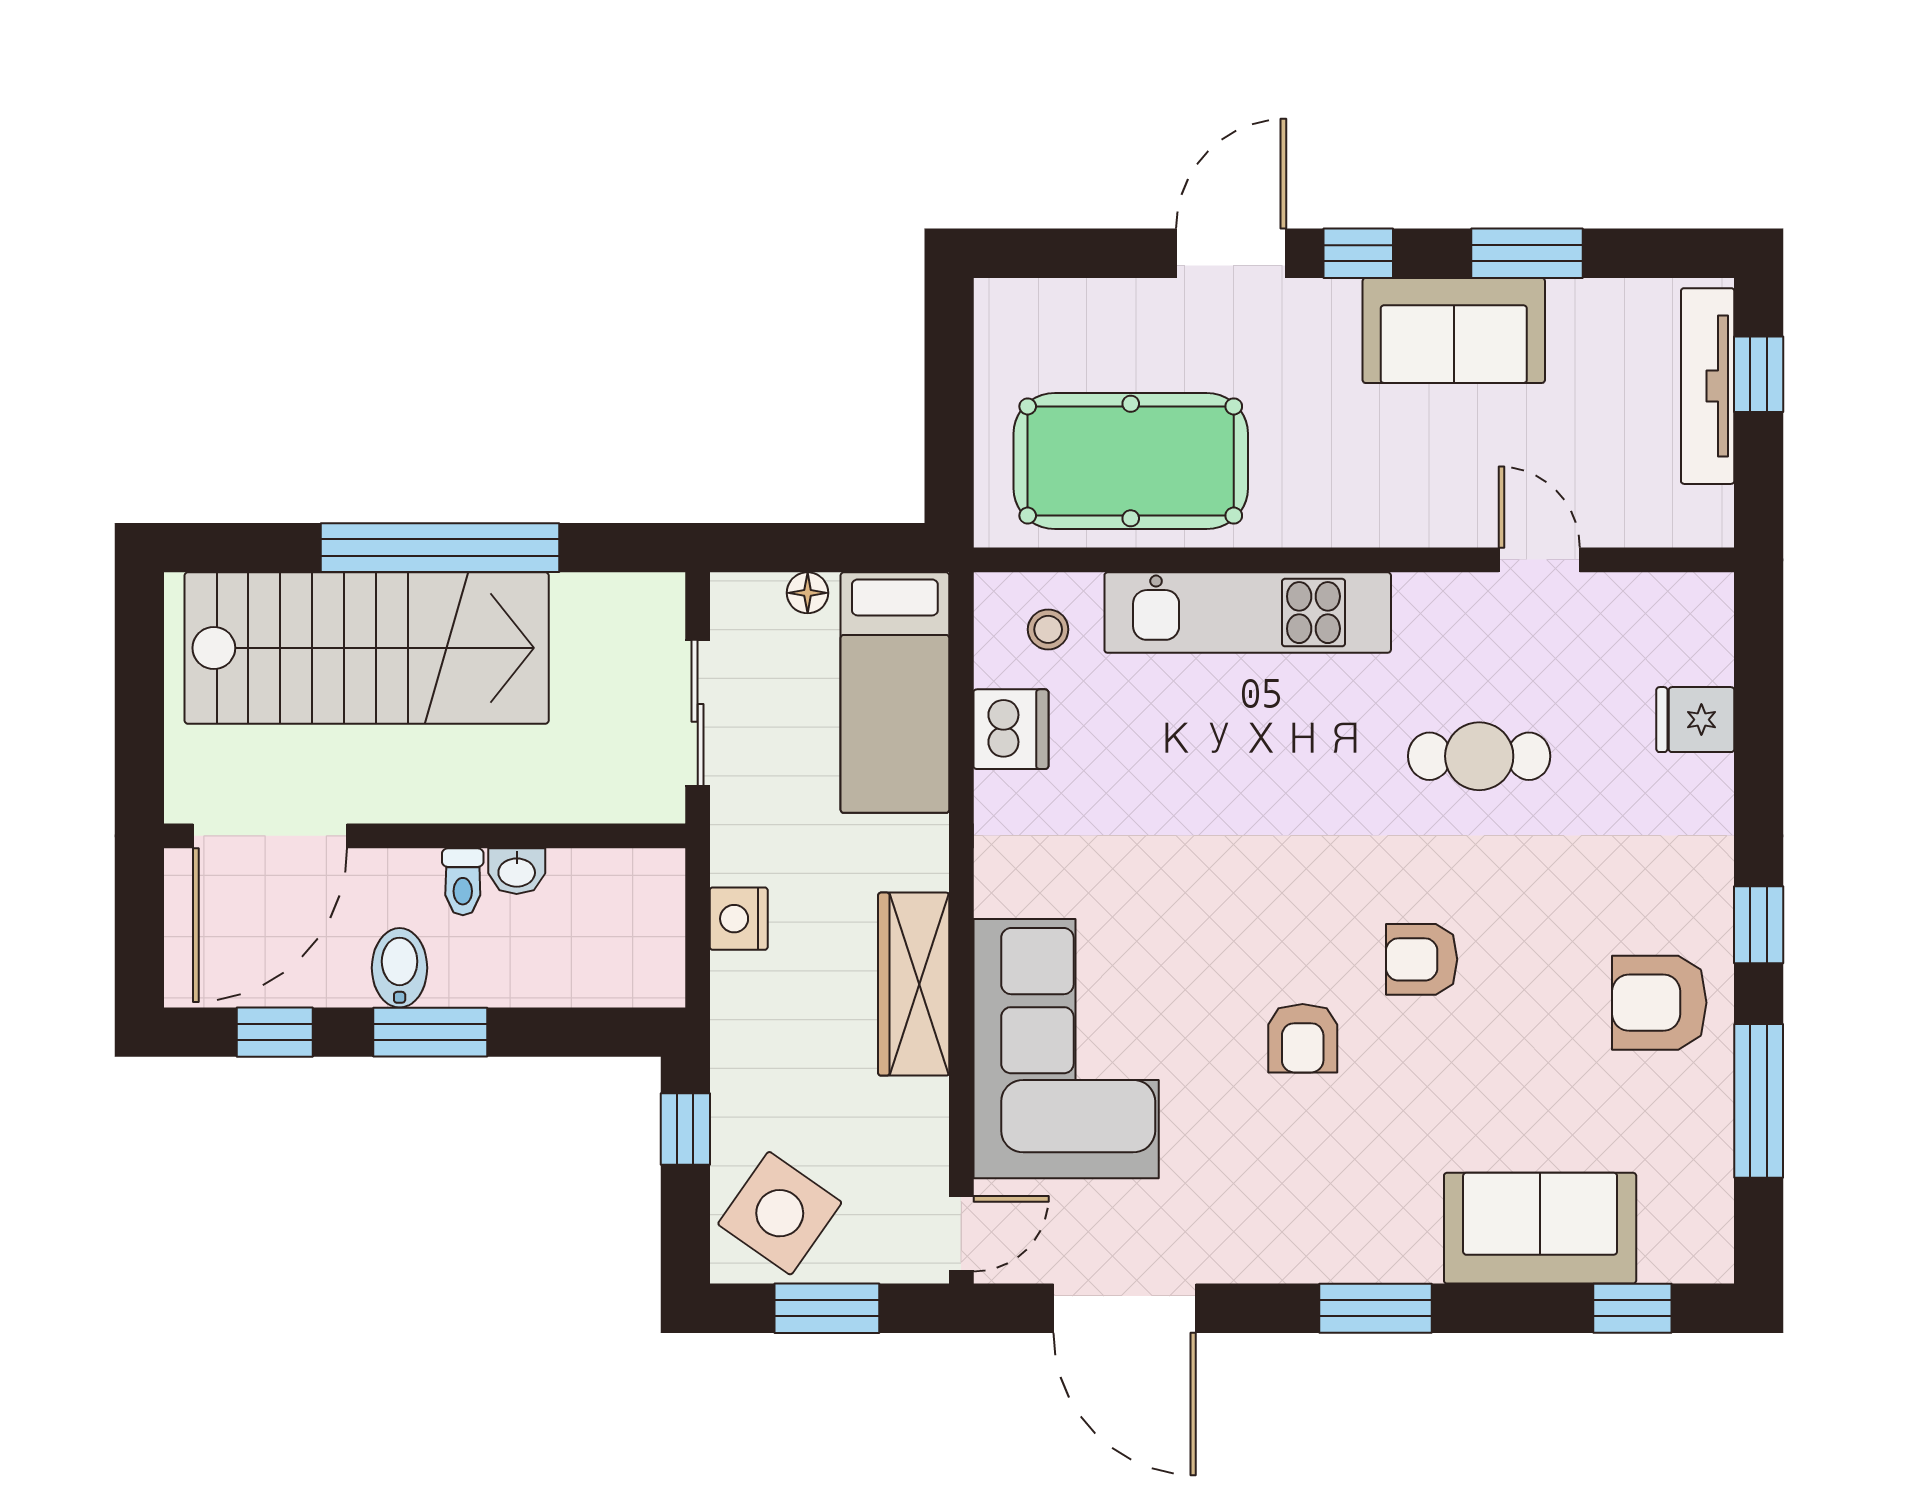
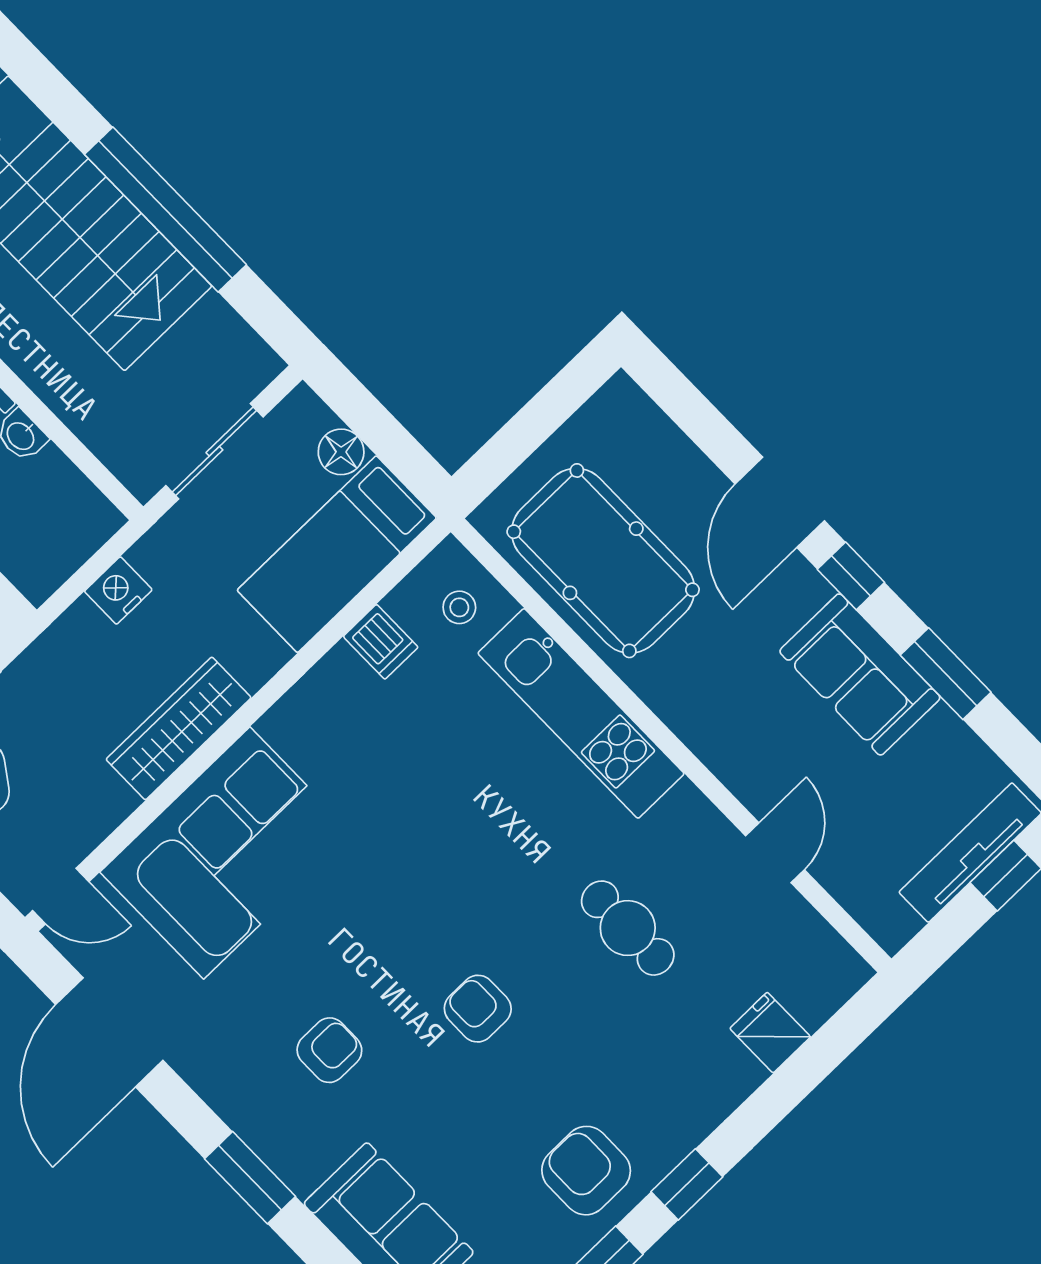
door: (1231, 253) -> (780, 502), swing flipped
floor lamp: (808, 593) -> (341, 452), width x1.37, depth x1.37
dishwasher: (1011, 729) -> (381, 642), width x0.73
armchair: (1303, 1038) -> (329, 1050), moved, turned 180

